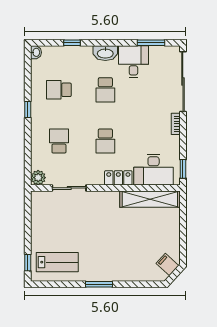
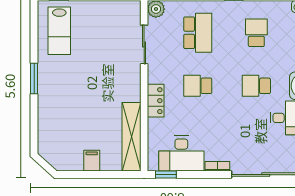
school desk: (59, 141) -> (198, 33), width x1.85
desk: (154, 170) -> (181, 154), moved, turned -90
filing cabinet: (167, 265) -> (92, 161), moved, turned -42

